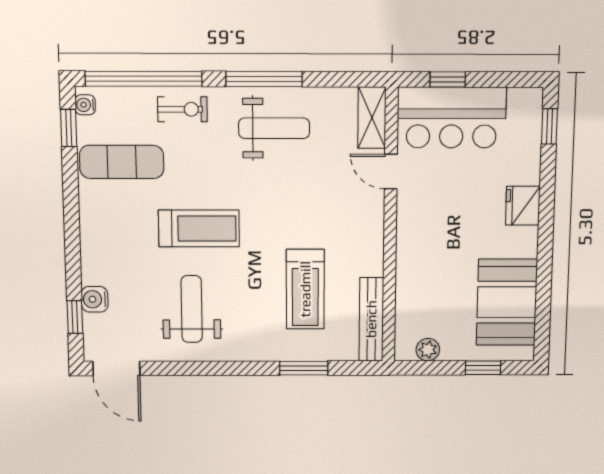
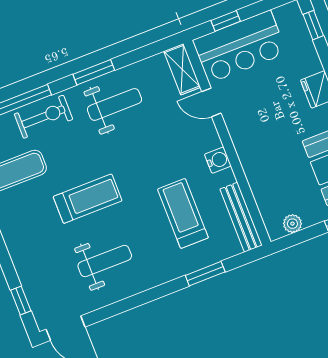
window: (264, 79) -> (94, 72), width x0.69
exercise bike: (182, 109) -> (43, 117), width x1.38, depth x1.39
treadmill: (305, 289) -> (183, 213), turned 180
water cooler: (95, 299) -> (218, 160), moved, turned 180
weight bench: (192, 309) -> (105, 261), turned 90

